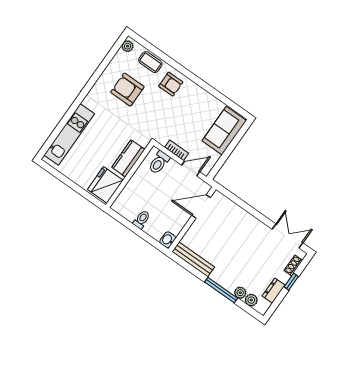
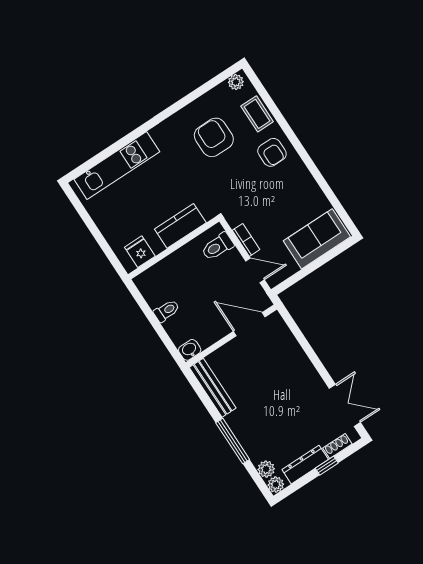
fridge: (105, 185) -> (140, 252), width x0.53, depth x0.75
dresser: (274, 291) -> (305, 465), width x1.44
plant: (240, 293) -> (276, 485), moved

